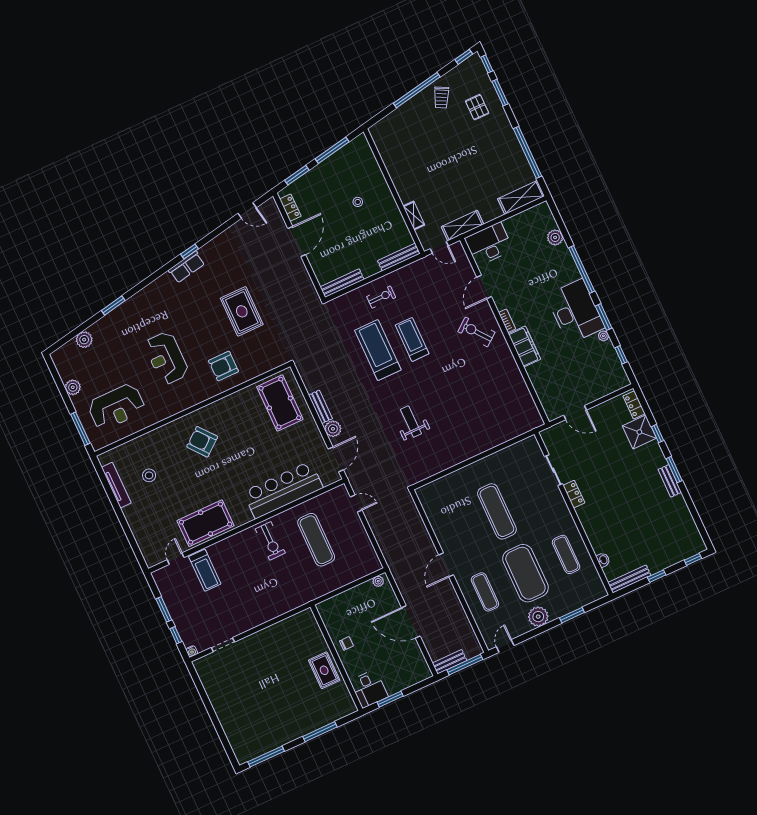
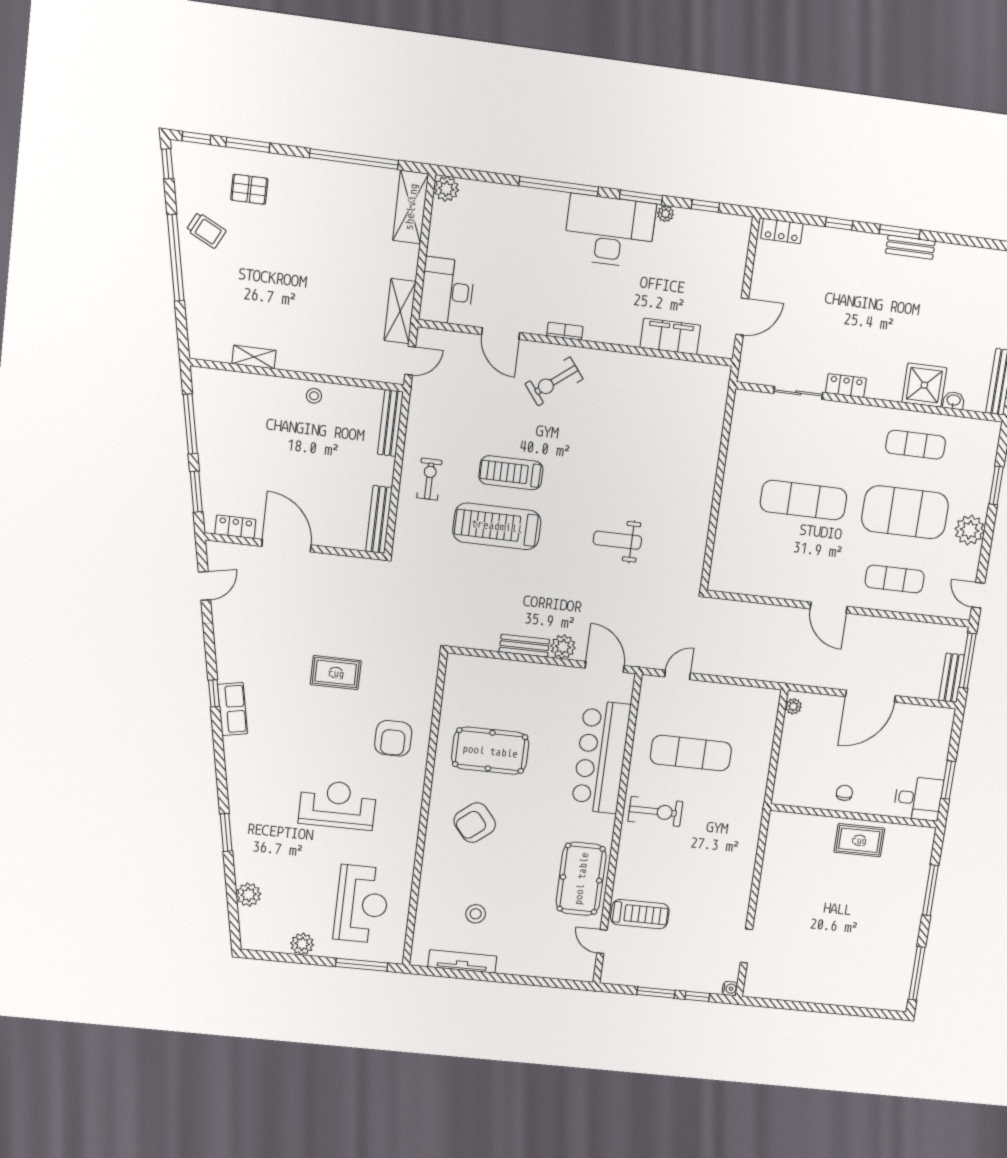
stool: (358, 202) -> (314, 396), moved
shelving: (414, 216) -> (254, 357), moved
plant: (555, 237) -> (446, 189), moved
rug: (242, 311) -> (336, 673), width x0.73, depth x0.70
filing cabinet: (524, 347) -> (670, 336), moved
reception desk: (166, 358) -> (337, 805), turned 180
pool table: (280, 403) -> (490, 751), moved
shower: (639, 432) -> (924, 385), moved

